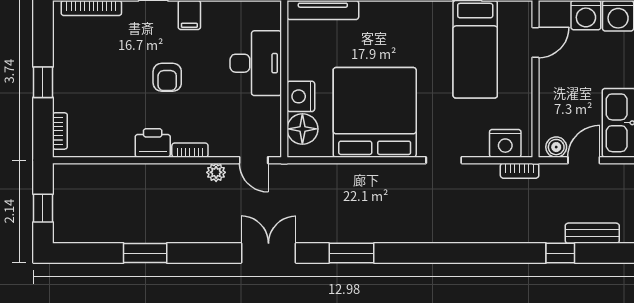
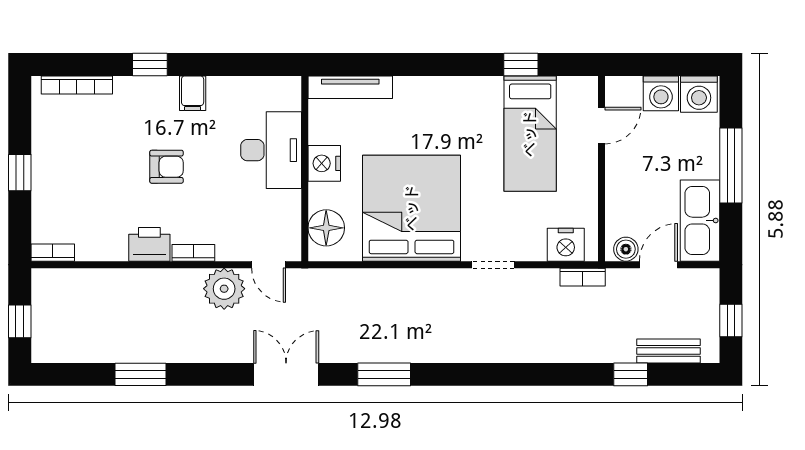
armchair: (167, 77) -> (166, 167), turned -90
nightstand: (301, 96) -> (324, 163), moved
bookcase: (60, 131) -> (53, 253), moved, turned -90
plant: (216, 172) -> (224, 289), width x1.88, depth x1.88

